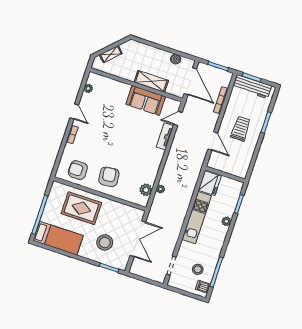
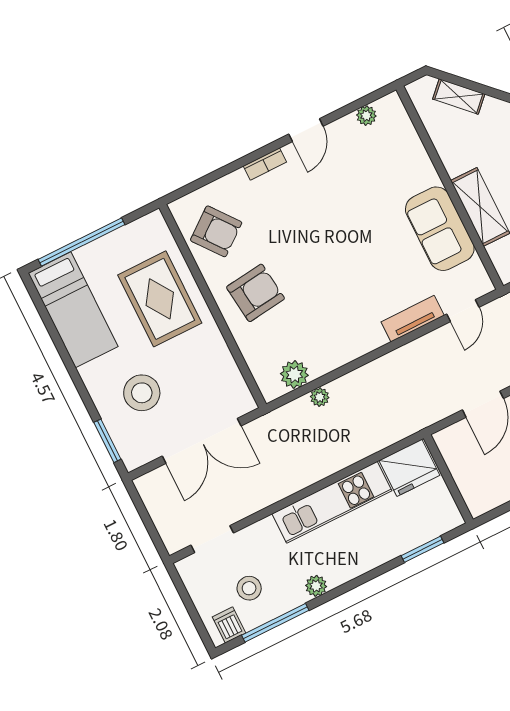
door: (178, 118) -> (463, 311), swing flipped
armchair: (78, 170) -> (216, 231), turned 142
plant: (226, 221) -> (316, 586), moved

